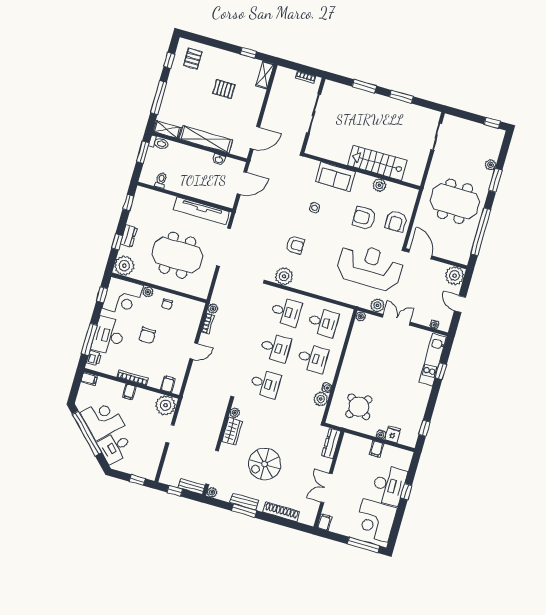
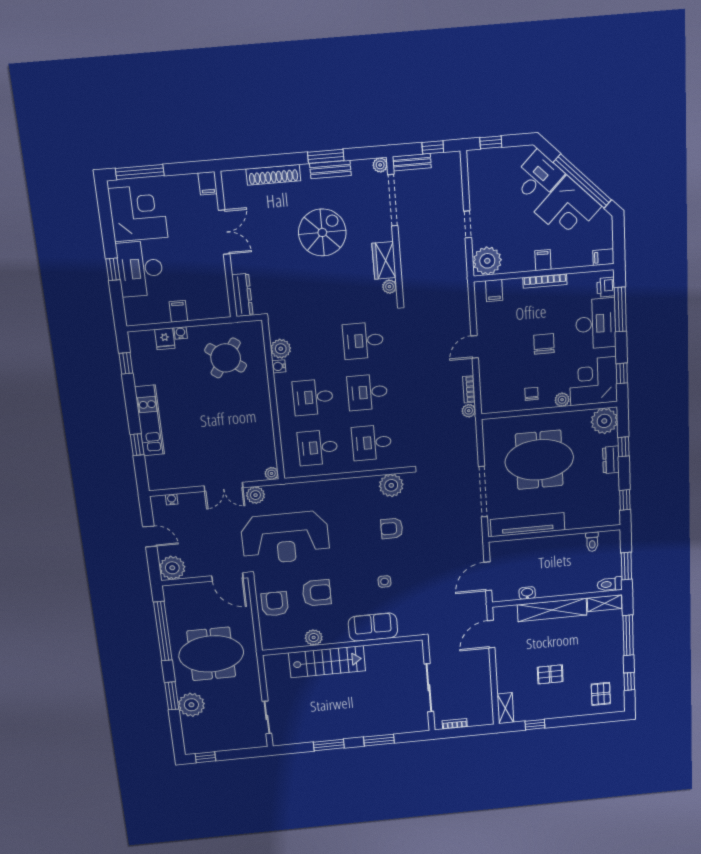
plant: (491, 165) -> (191, 705), width x1.88, depth x1.88
kitchen unit: (433, 360) -> (150, 421), moved

